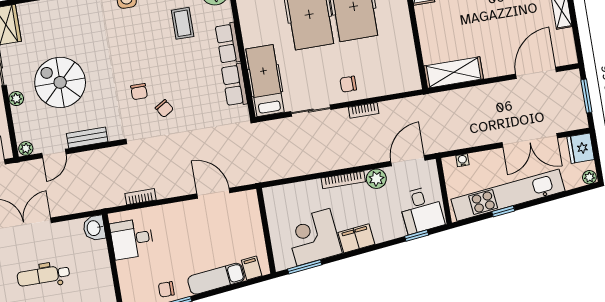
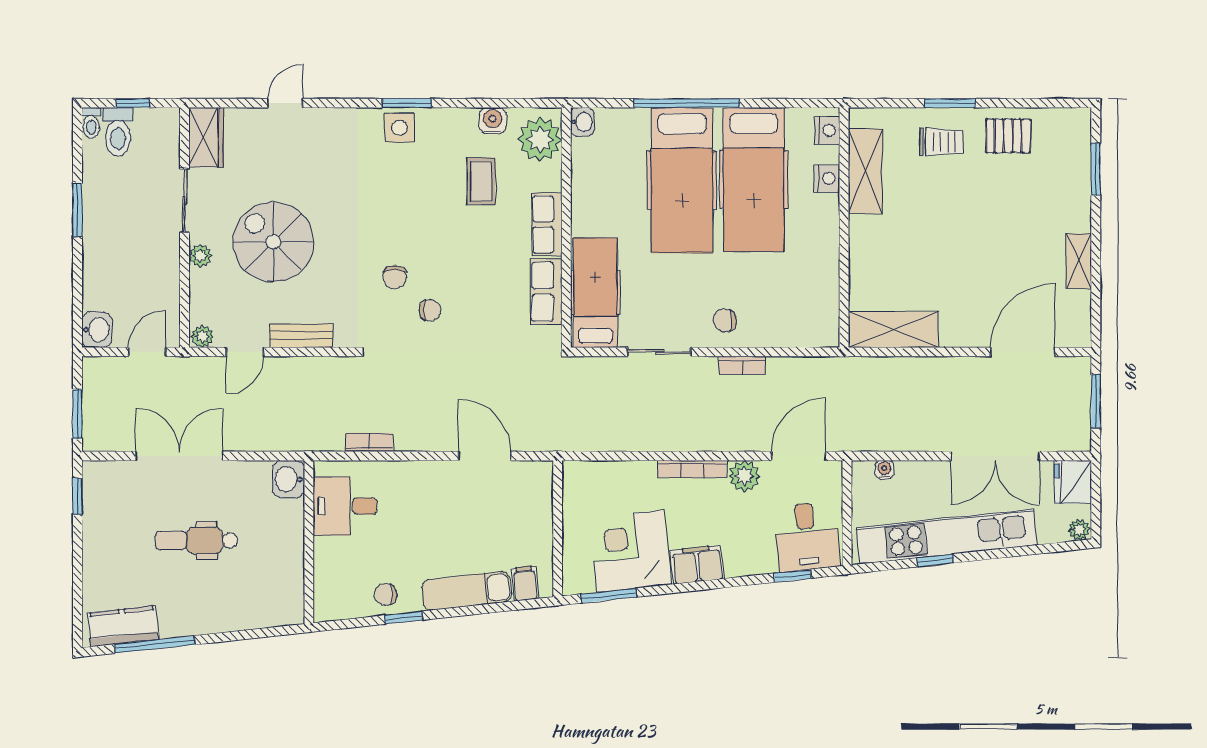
chair: (164, 108) -> (430, 310), turned -58

